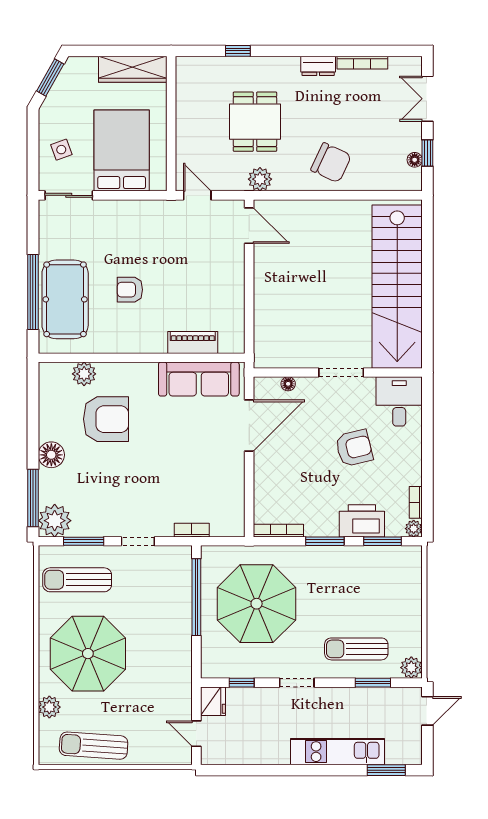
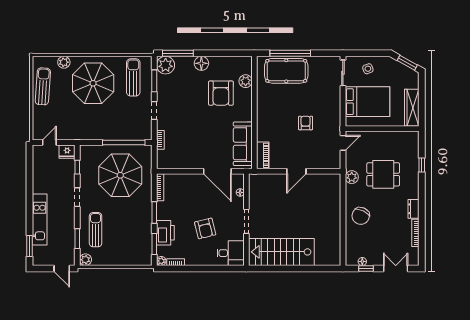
door: (249, 226) -> (296, 171), moved
stairs: (397, 287) -> (281, 252), width x0.73
armchair: (130, 290) -> (306, 123), moved
piano: (193, 342) -> (263, 155), moved

